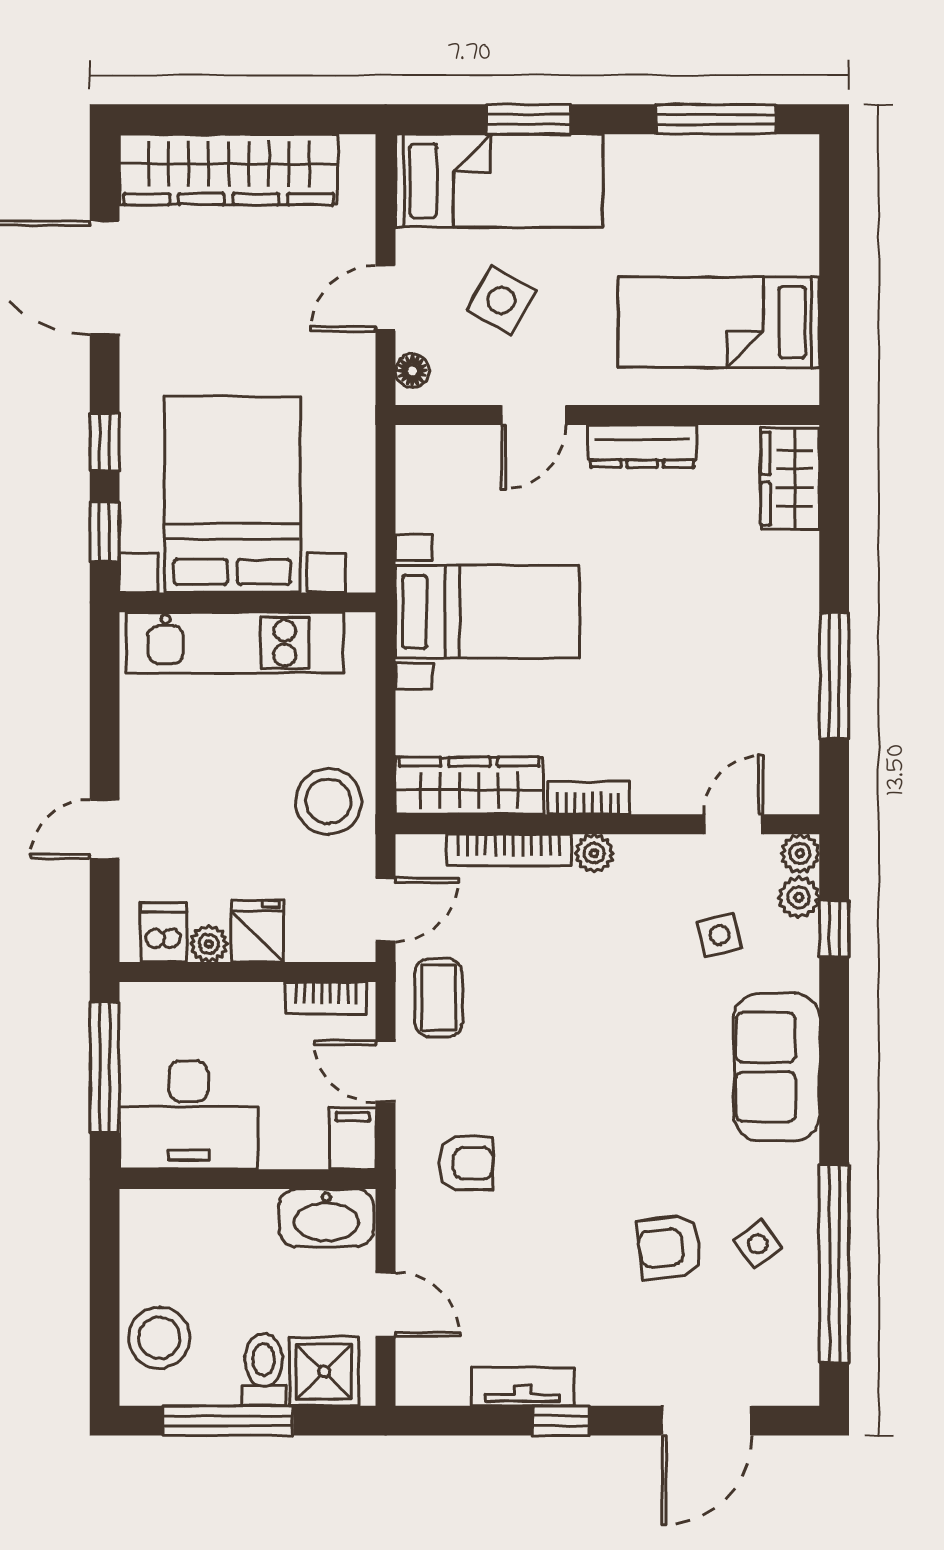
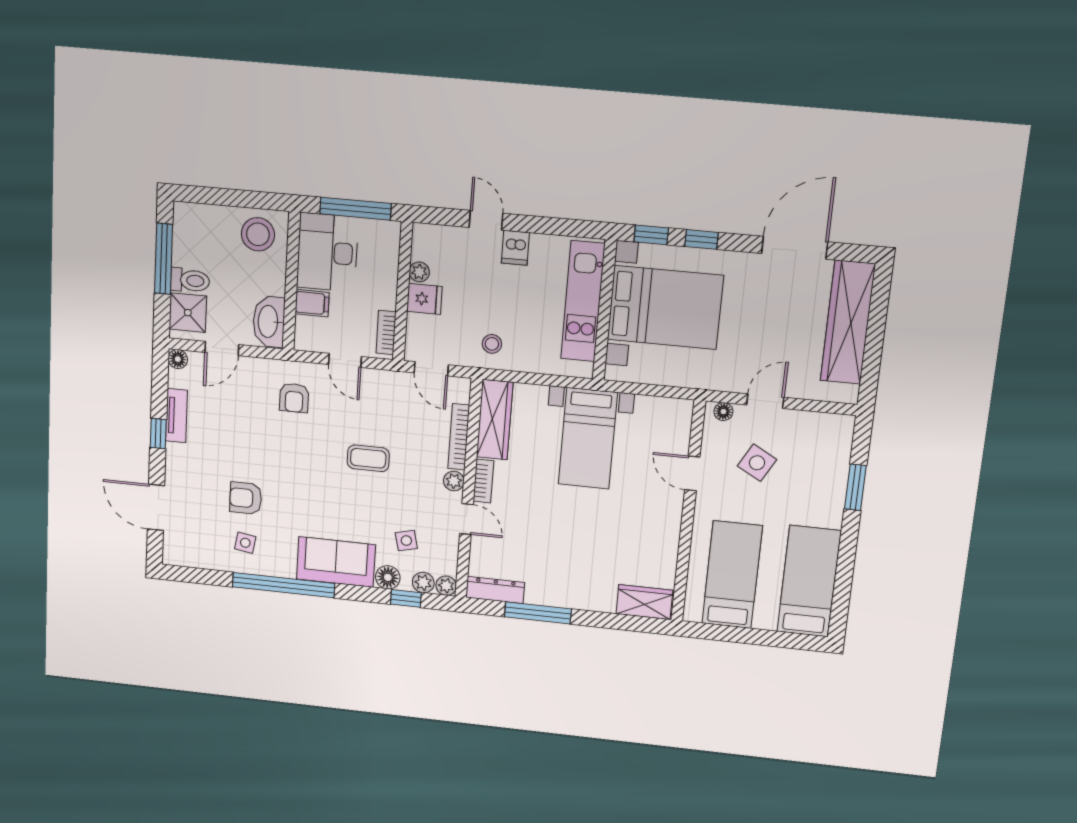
window: (716, 119) -> (843, 585), removed
bed: (499, 181) -> (809, 581), moved, turned 180
door: (386, 298) -> (765, 401), hinge flipped
dresser: (642, 446) -> (495, 590), moved, turned 90
stool: (329, 801) -> (492, 344), width x0.53, depth x0.53
door: (733, 824) -> (466, 519), moved
dishwasher: (163, 932) -> (515, 248), moved, turned 90
floor lamp: (796, 966) -> (388, 577), added
coffee table: (439, 998) -> (368, 458), moved
door: (386, 1071) -> (345, 360), swing flipped
filing cabinet: (353, 1138) -> (312, 303), moved
side table: (758, 1244) -> (245, 543), turned 45
armchair: (669, 1247) -> (246, 498), turned -83
window: (834, 1264) -> (283, 585), moved
stool: (159, 1338) -> (258, 234), moved
floor lamp: (414, 1388) -> (178, 359), added

